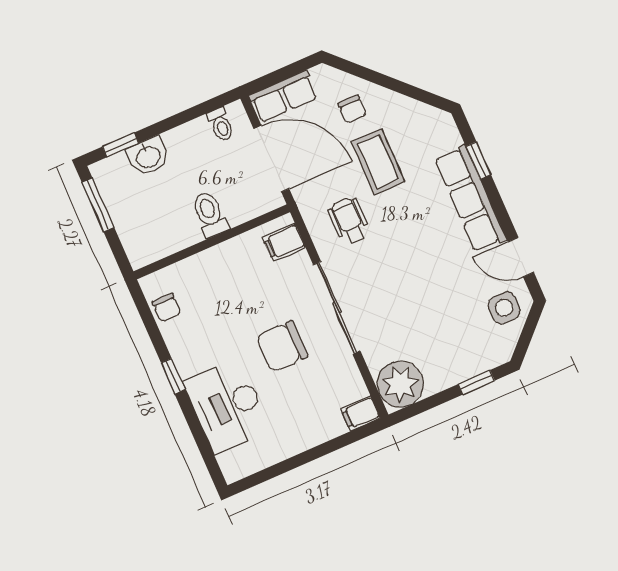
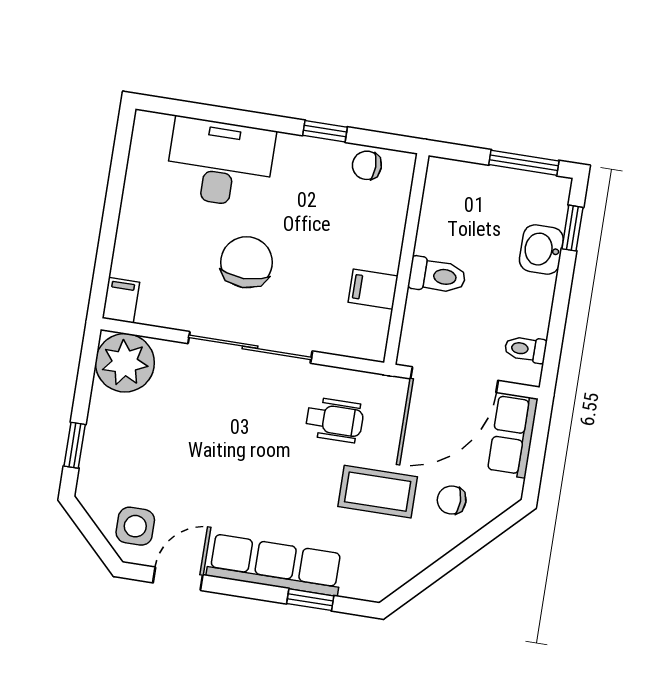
filing cabinet: (284, 242) -> (373, 289), moved, turned -90
window: (173, 376) -> (325, 131), moved

